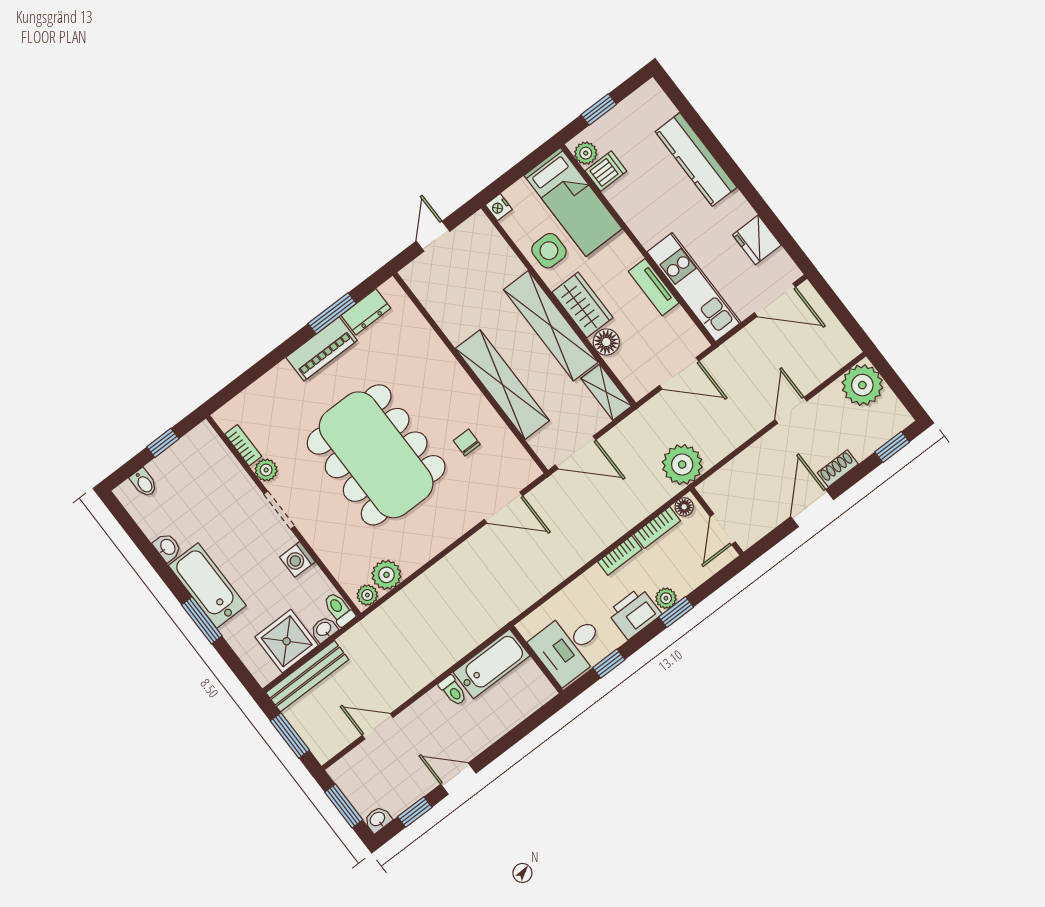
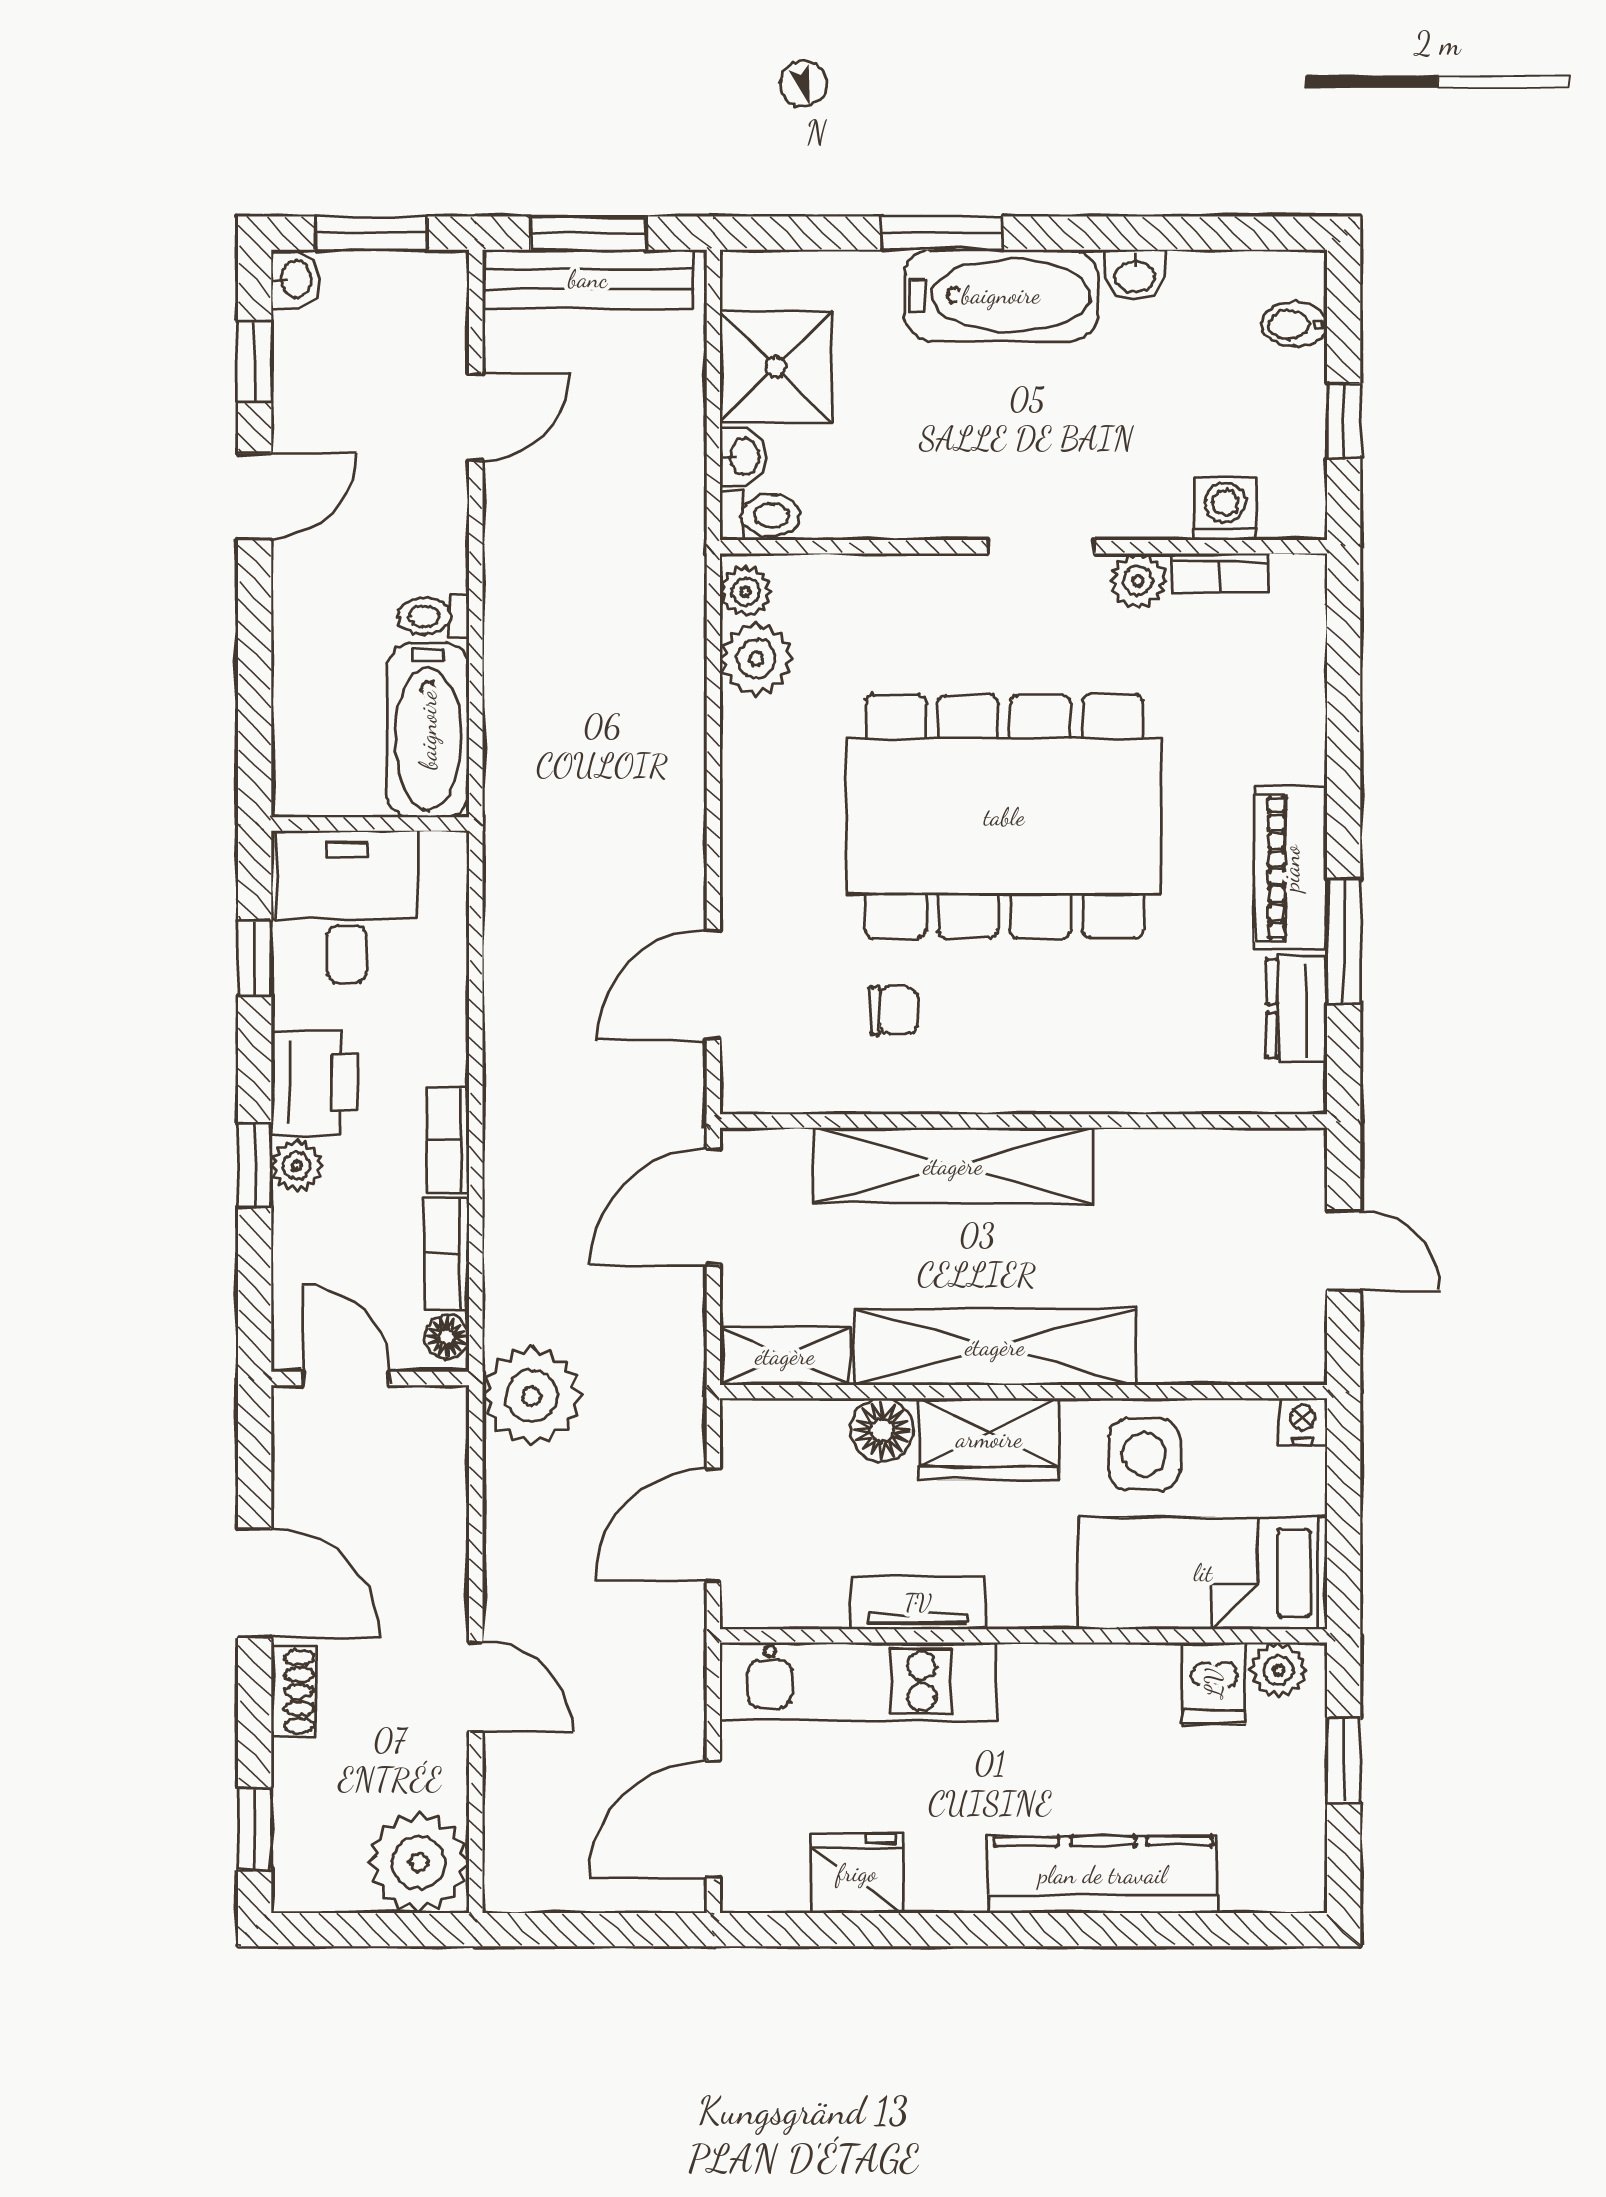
washing machine: (297, 559) -> (1225, 509), moved
bench: (307, 676) -> (588, 279), moved, turned 90

